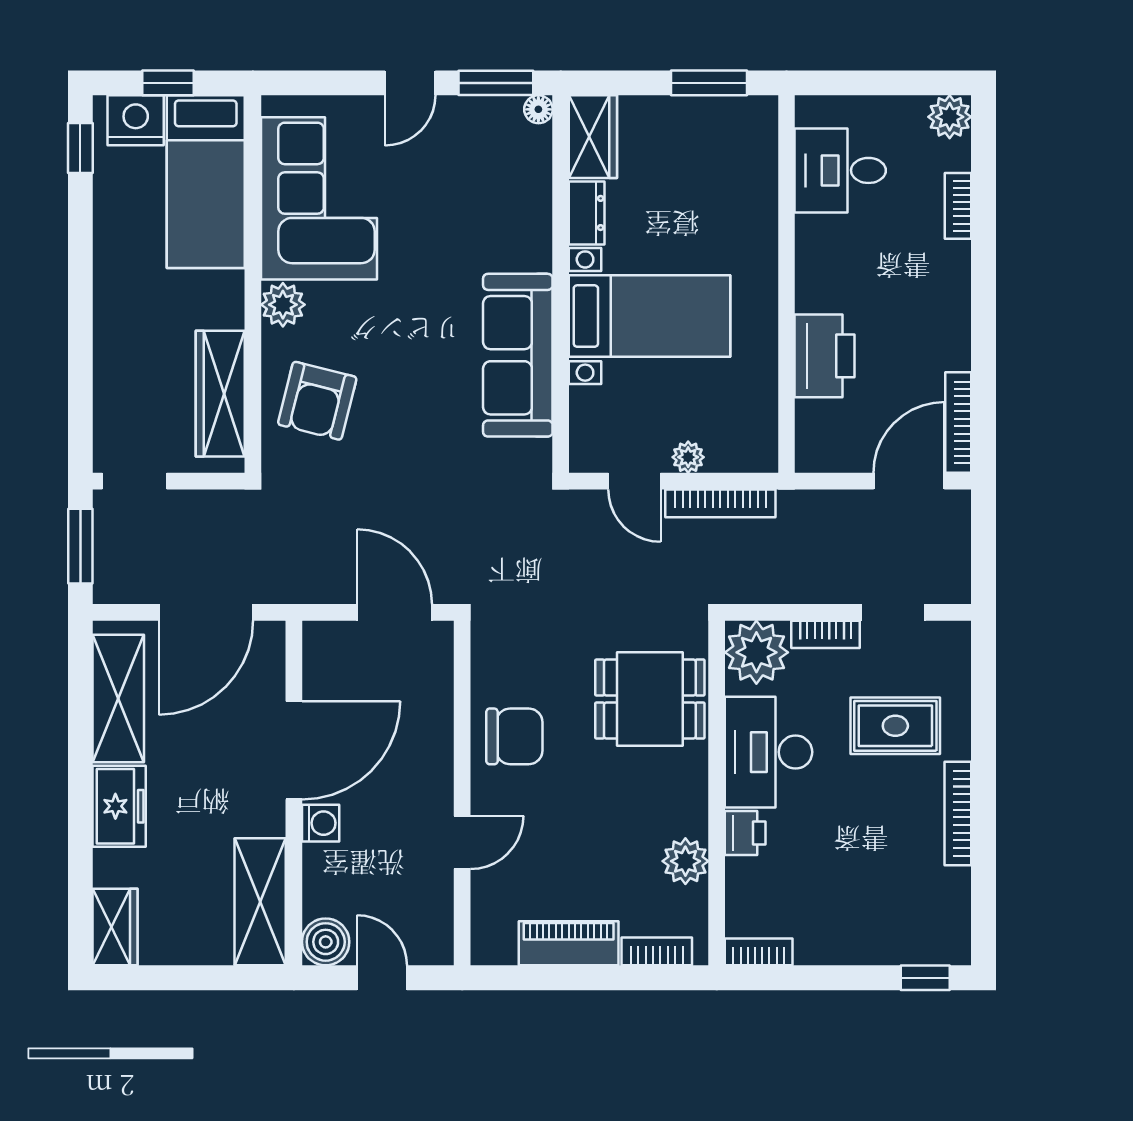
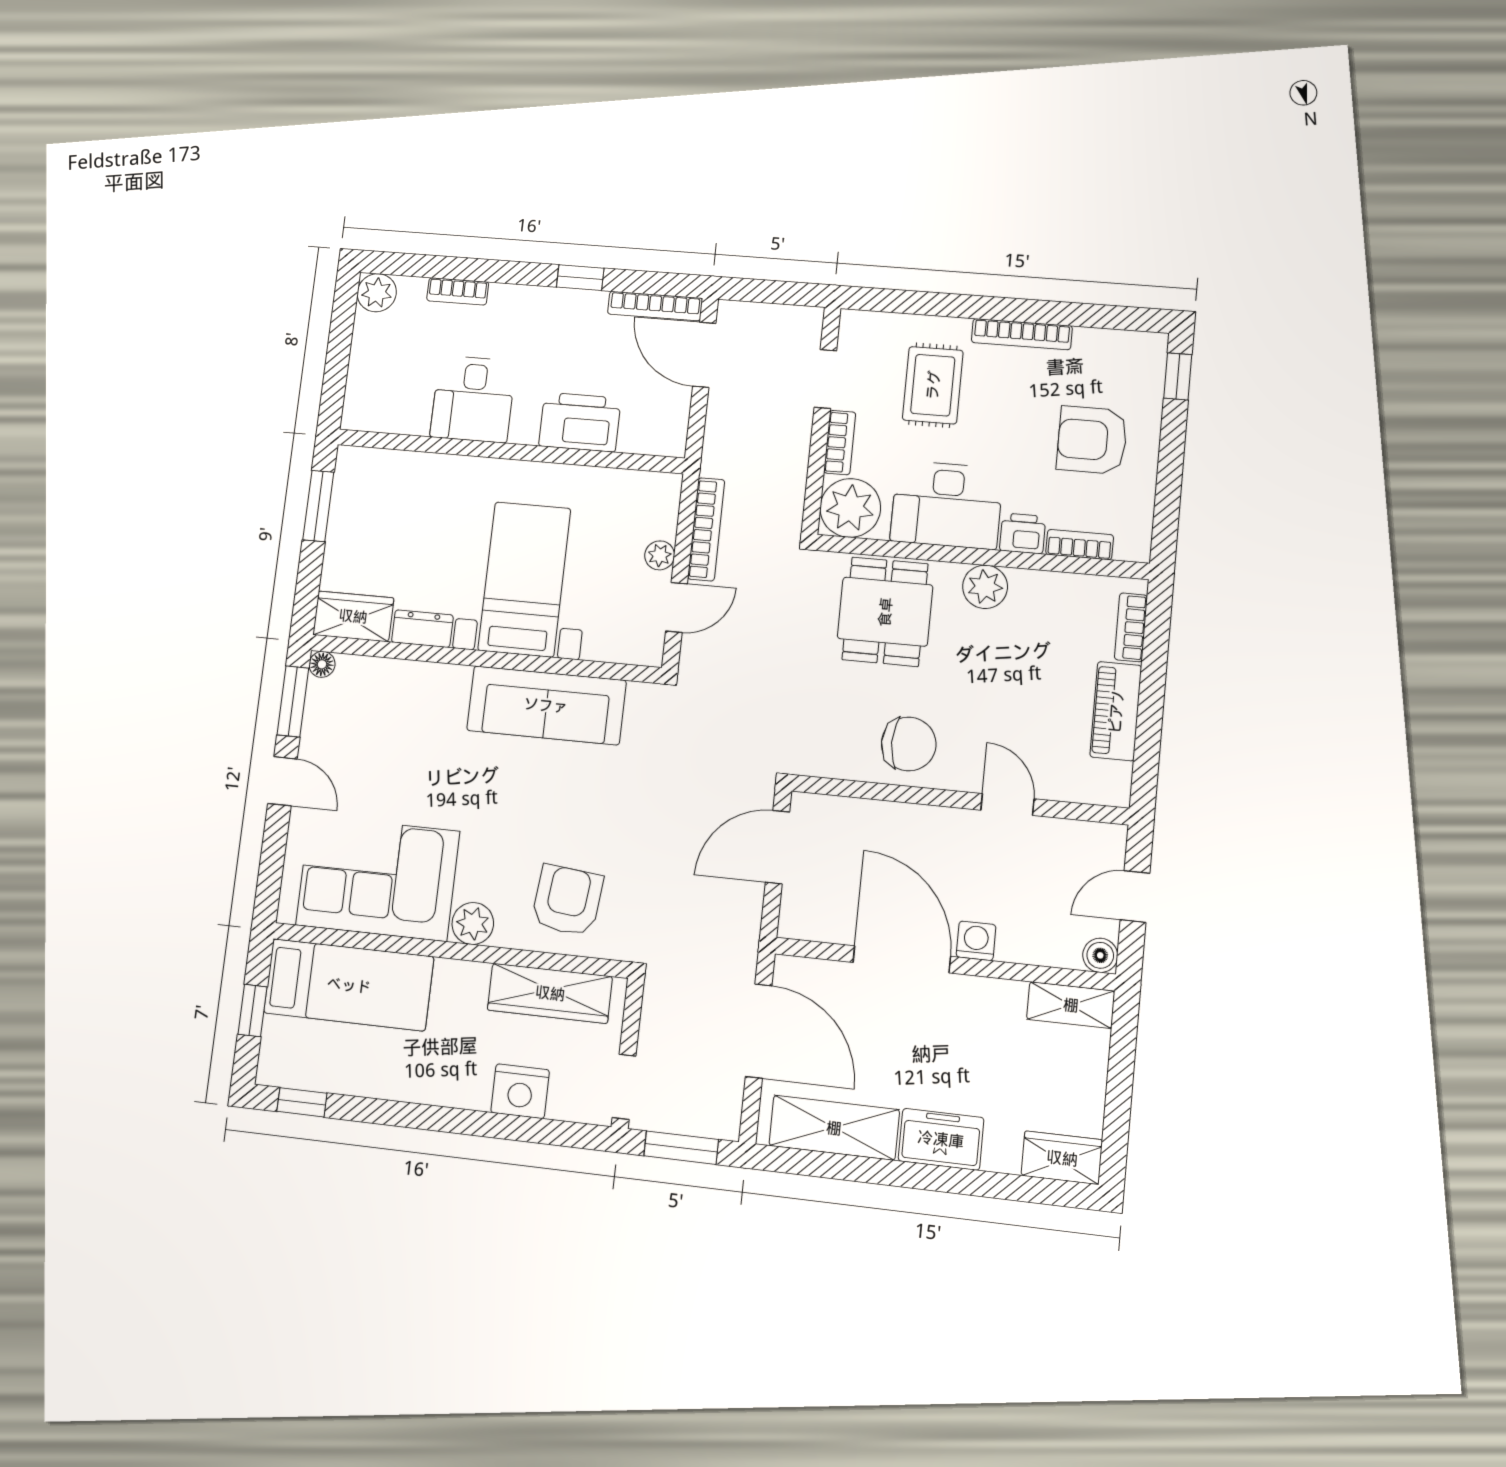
nightstand: (136, 120) -> (520, 1091), moved, turned -90
desk: (840, 170) -> (473, 399), moved
window: (984, 338) -> (580, 278), added
armchair: (317, 401) -> (567, 900), turned -98
chair: (514, 736) -> (909, 744), turned 90
plant: (685, 861) -> (985, 587), moved
armchair: (850, 896) -> (1092, 440), added
shelving: (260, 902) -> (1071, 1005), width x0.67, depth x0.75
boiler: (326, 942) -> (1100, 955), width x0.73, depth x0.73
bookcase: (759, 952) -> (1080, 545), moved, turned 90

